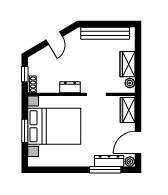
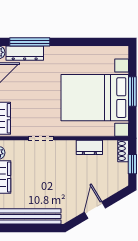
dresser: (70, 87) -> (89, 147), moved

